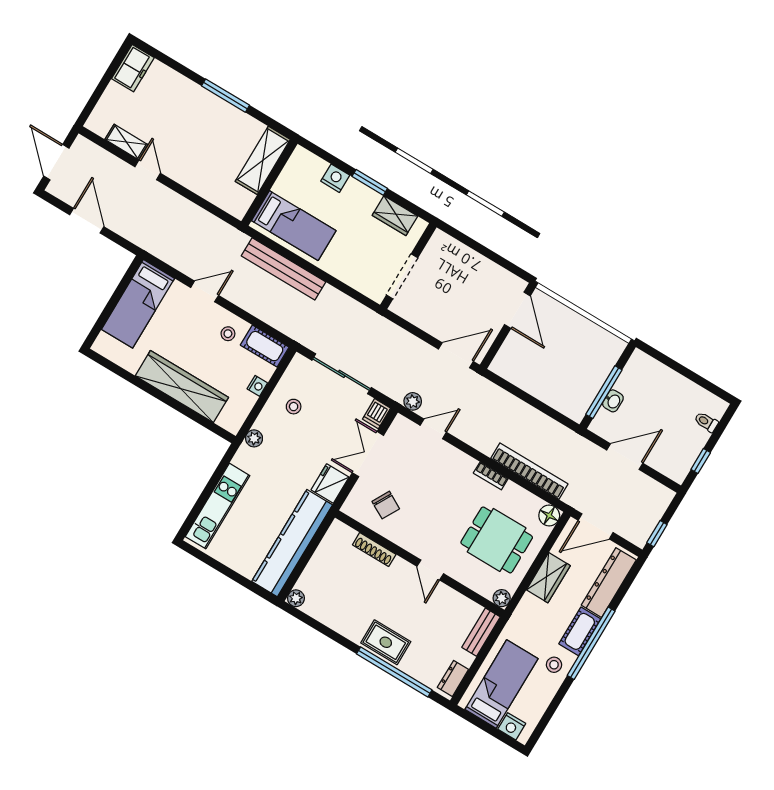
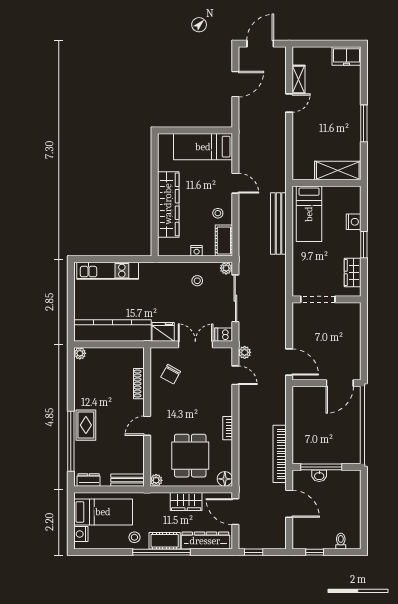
plant: (254, 438) -> (226, 268), moved
bookcase: (529, 471) -> (280, 454), moved, turned 180

